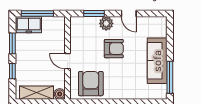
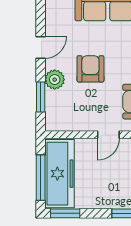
freezer: (29, 25) -> (59, 174), width x1.91, depth x1.26
window: (12, 43) -> (65, 213), moved

